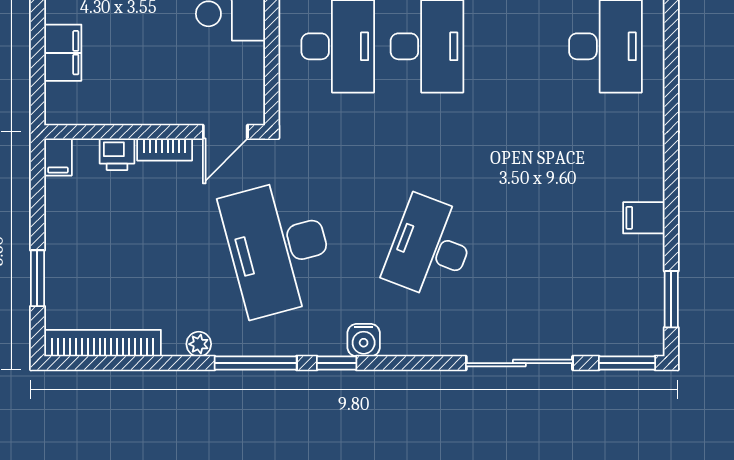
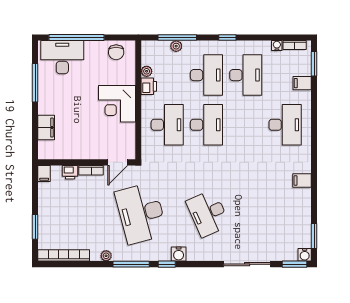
filing cabinet: (644, 218) -> (302, 181), moved
desk: (430, 247) -> (208, 213), turned -45
water cooler: (650, 342) -> (305, 255), added

